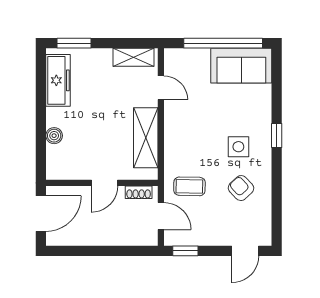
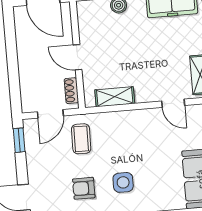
door: (161, 88) -> (173, 103), hinge flipped
shelving: (146, 138) -> (115, 97), width x0.67, depth x0.75
armchair: (241, 188) -> (84, 188), turned -137

